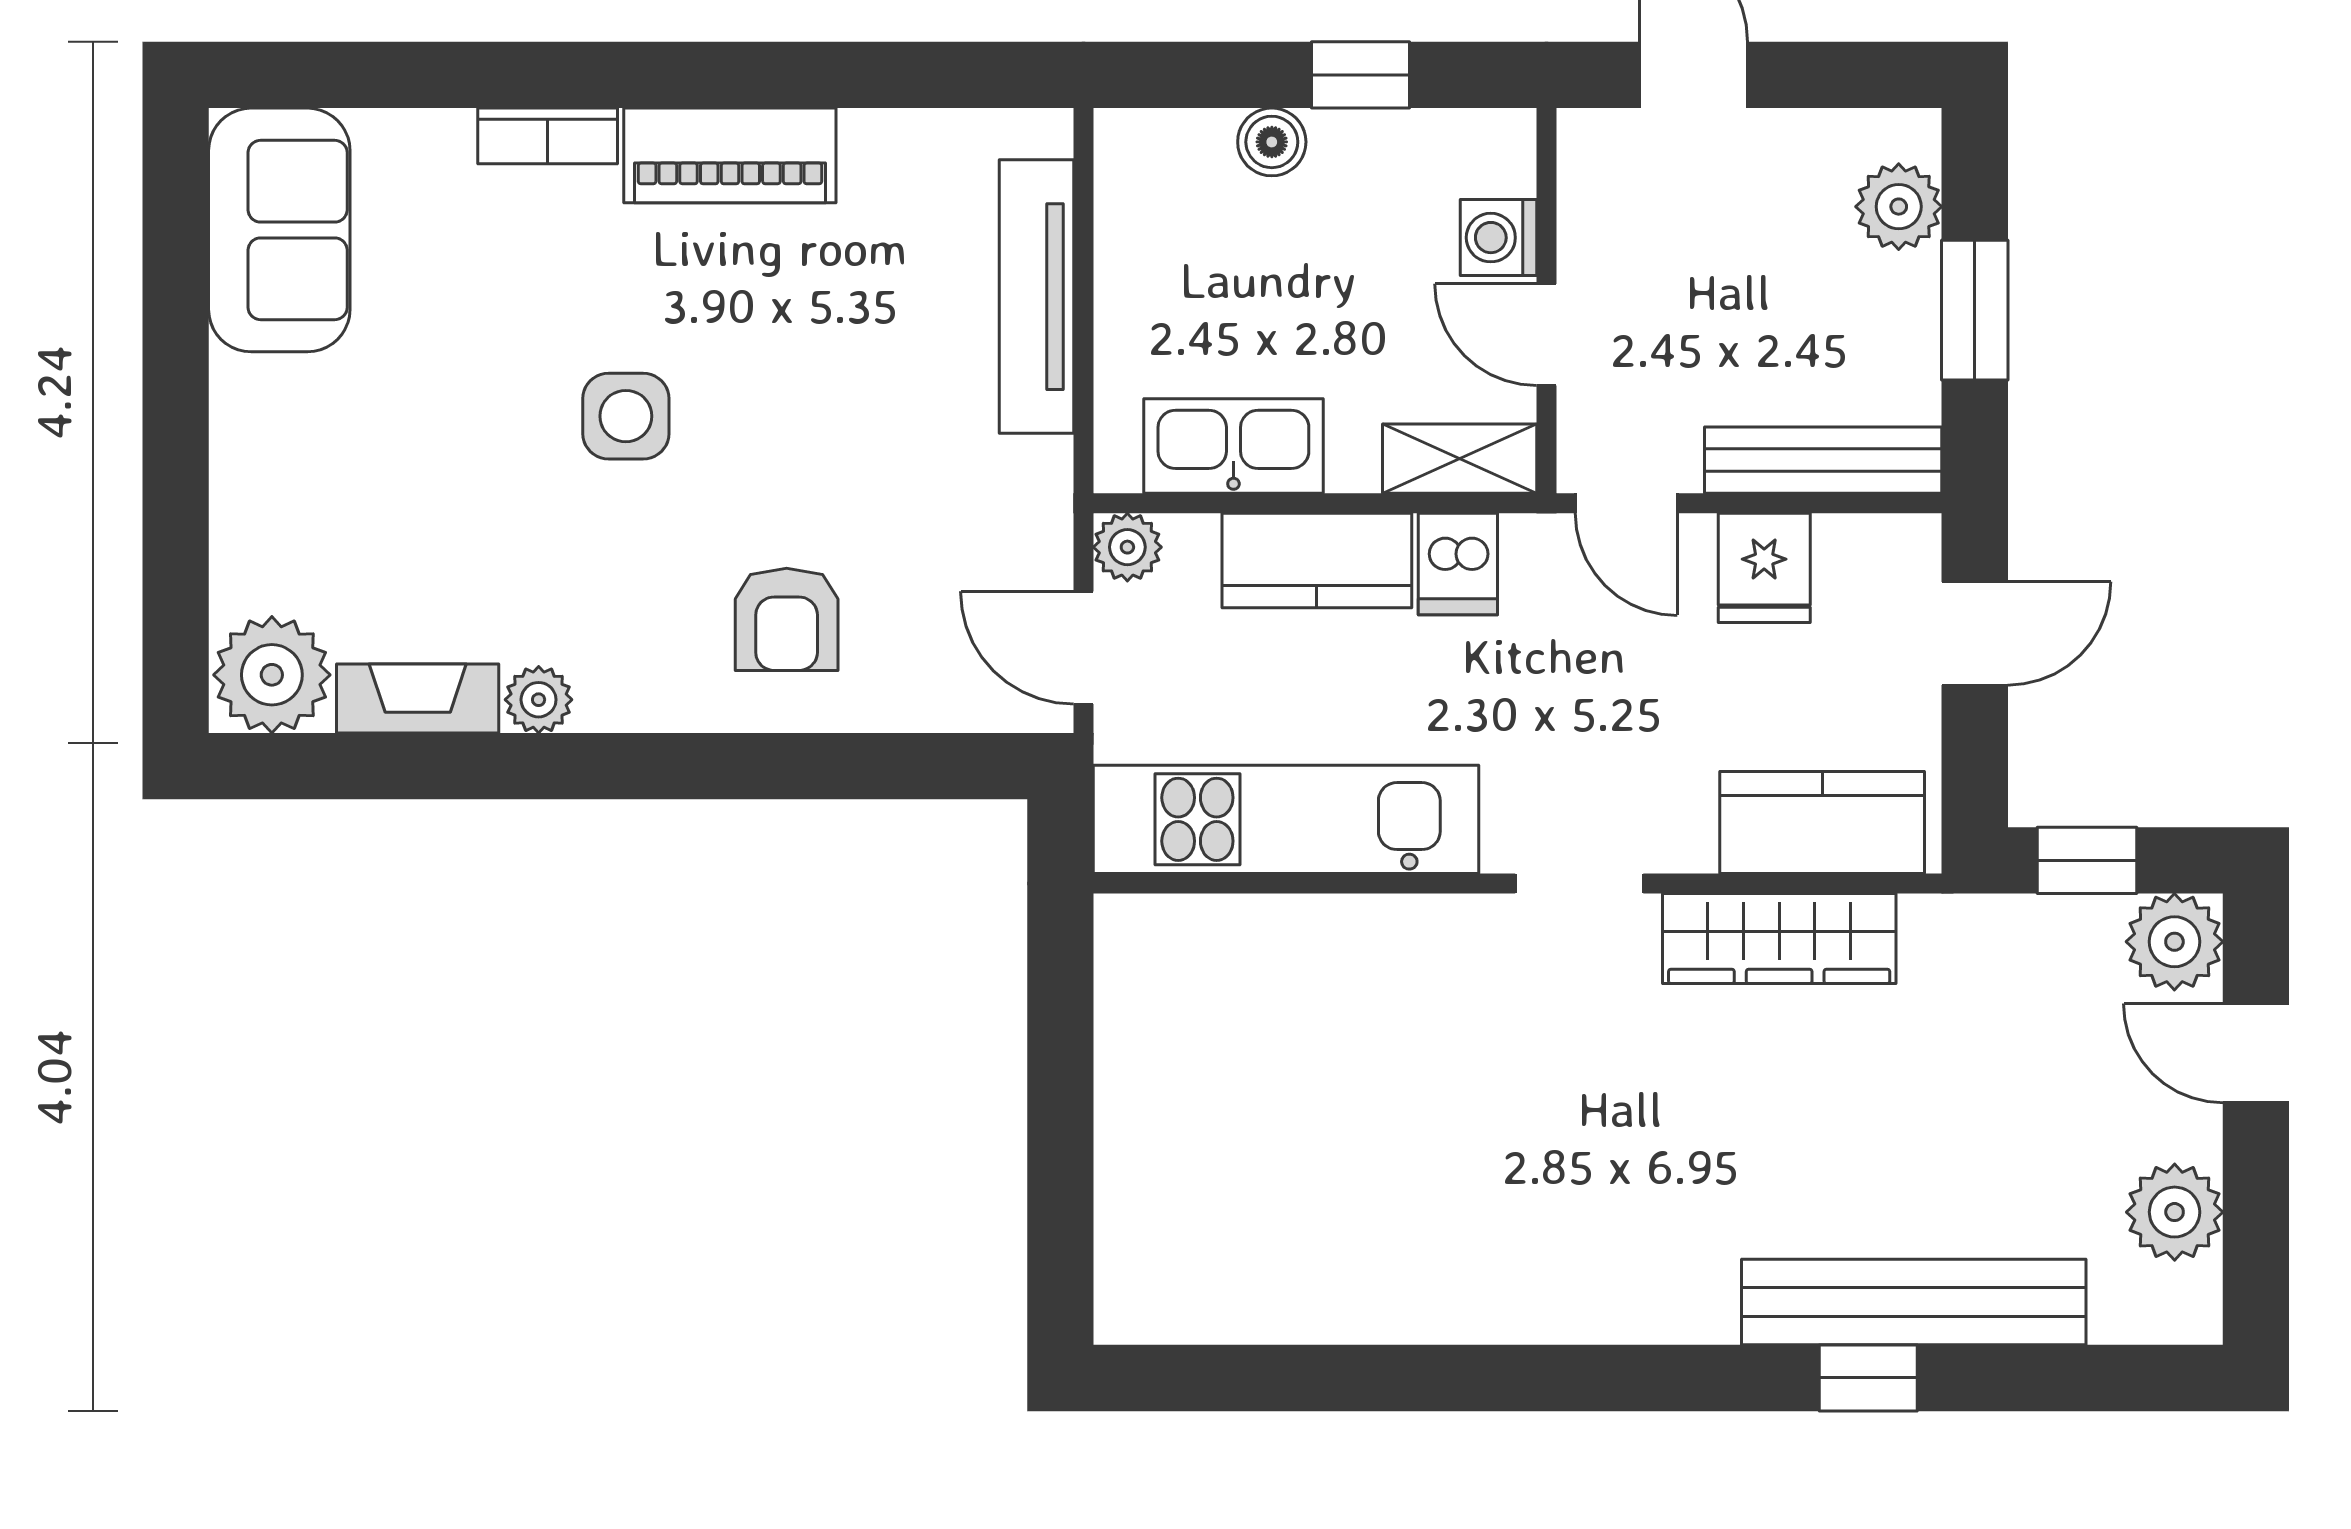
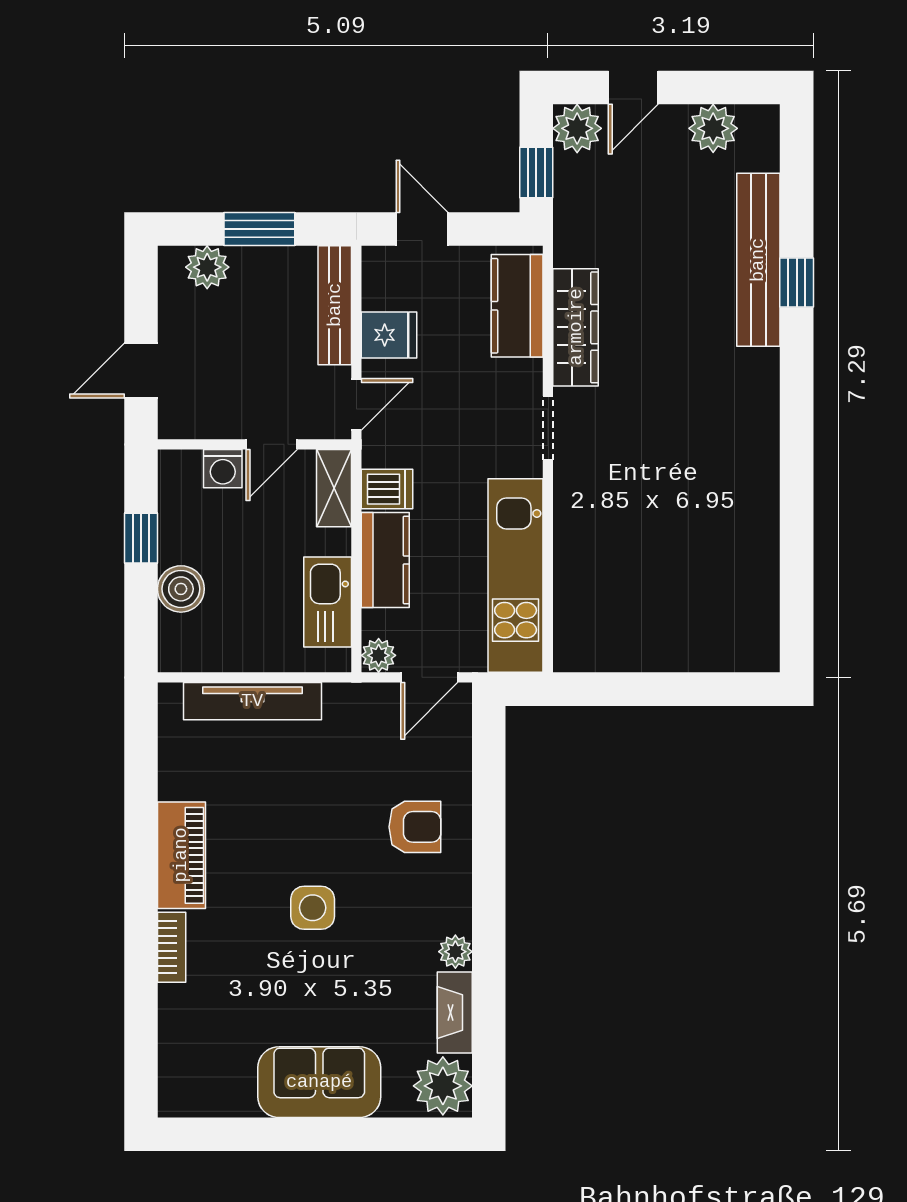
boiler: (1272, 142) -> (181, 589), width x1.36, depth x1.36
sofa: (279, 230) -> (319, 1082), moved

